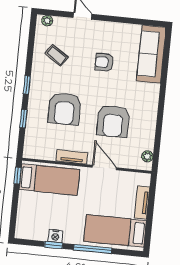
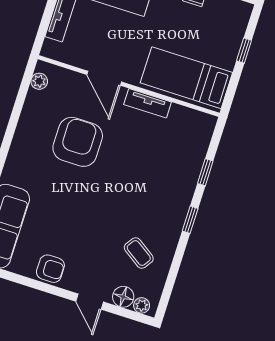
floor lamp: (61, 24) -> (123, 297), added
armchair: (104, 62) -> (50, 269), moved
armchair: (64, 109) -> (143, 174), removed
window: (18, 176) -> (244, 51), moved

